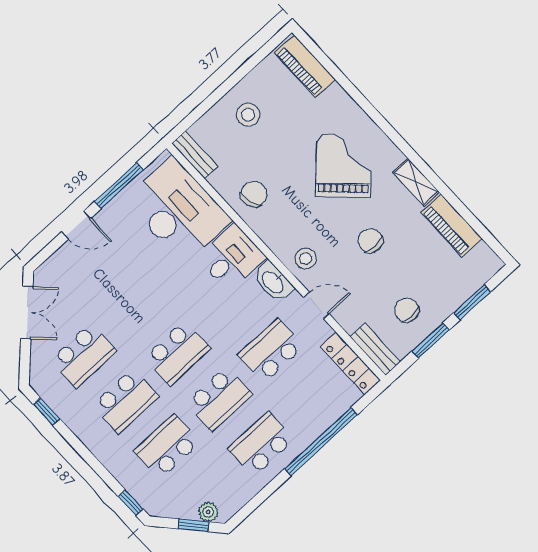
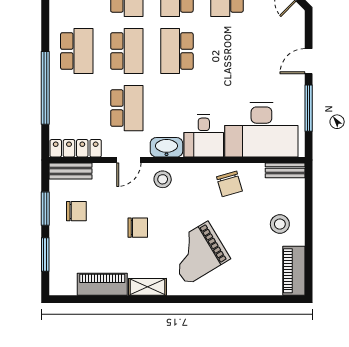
piano: (305, 66) -> (294, 271), moved, turned -90
grand piano: (344, 165) -> (197, 253), turned 105
school desk: (219, 399) -> (127, 51), turned 180

